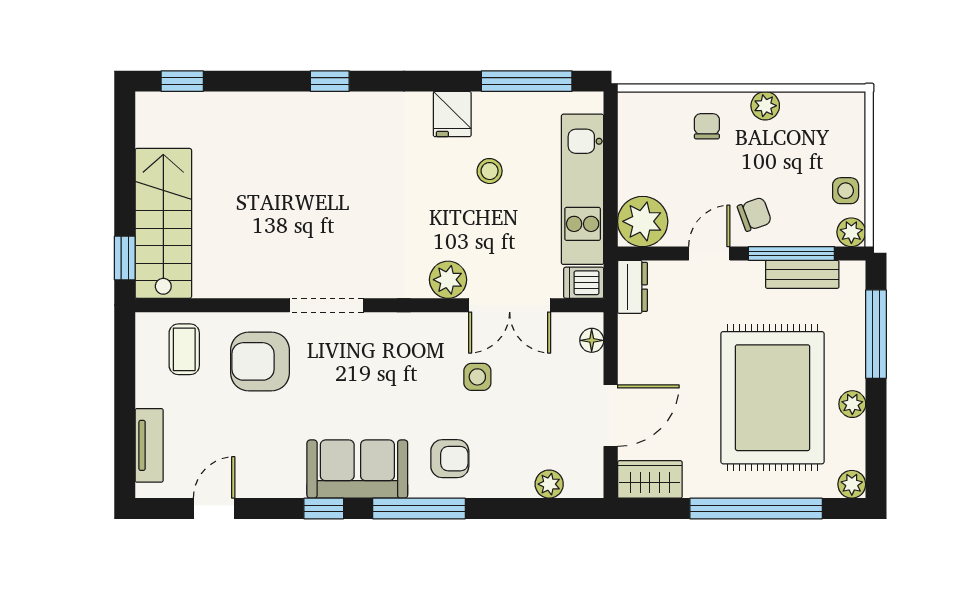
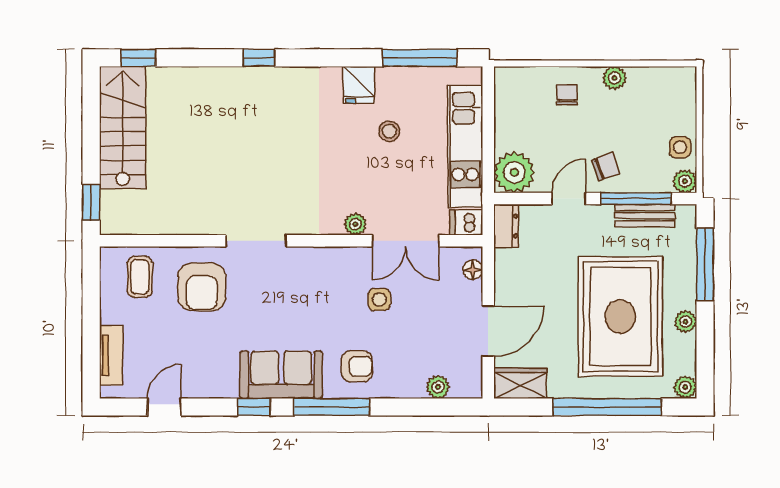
stairs: (163, 223) -> (123, 127), moved
plant: (448, 280) -> (355, 224), width x0.73, depth x0.73
armchair: (260, 361) -> (202, 287), turned -90

